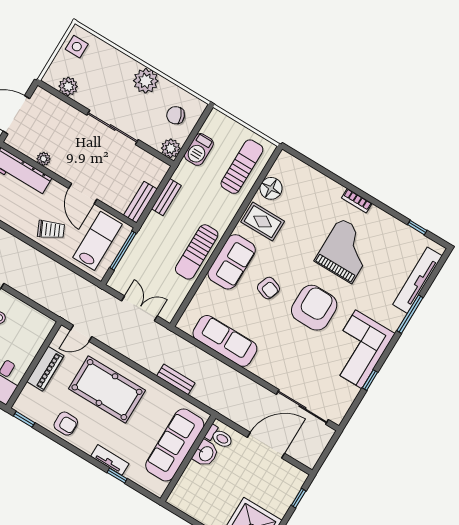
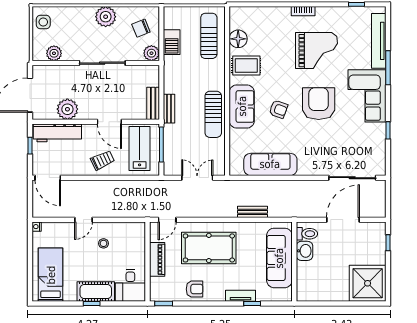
plant: (44, 159) -> (67, 109), width x1.88, depth x1.88
bench: (166, 197) -> (169, 109), moved
grand piano: (346, 251) -> (317, 51), turned 90
corner sofa: (359, 349) -> (367, 96), moved

